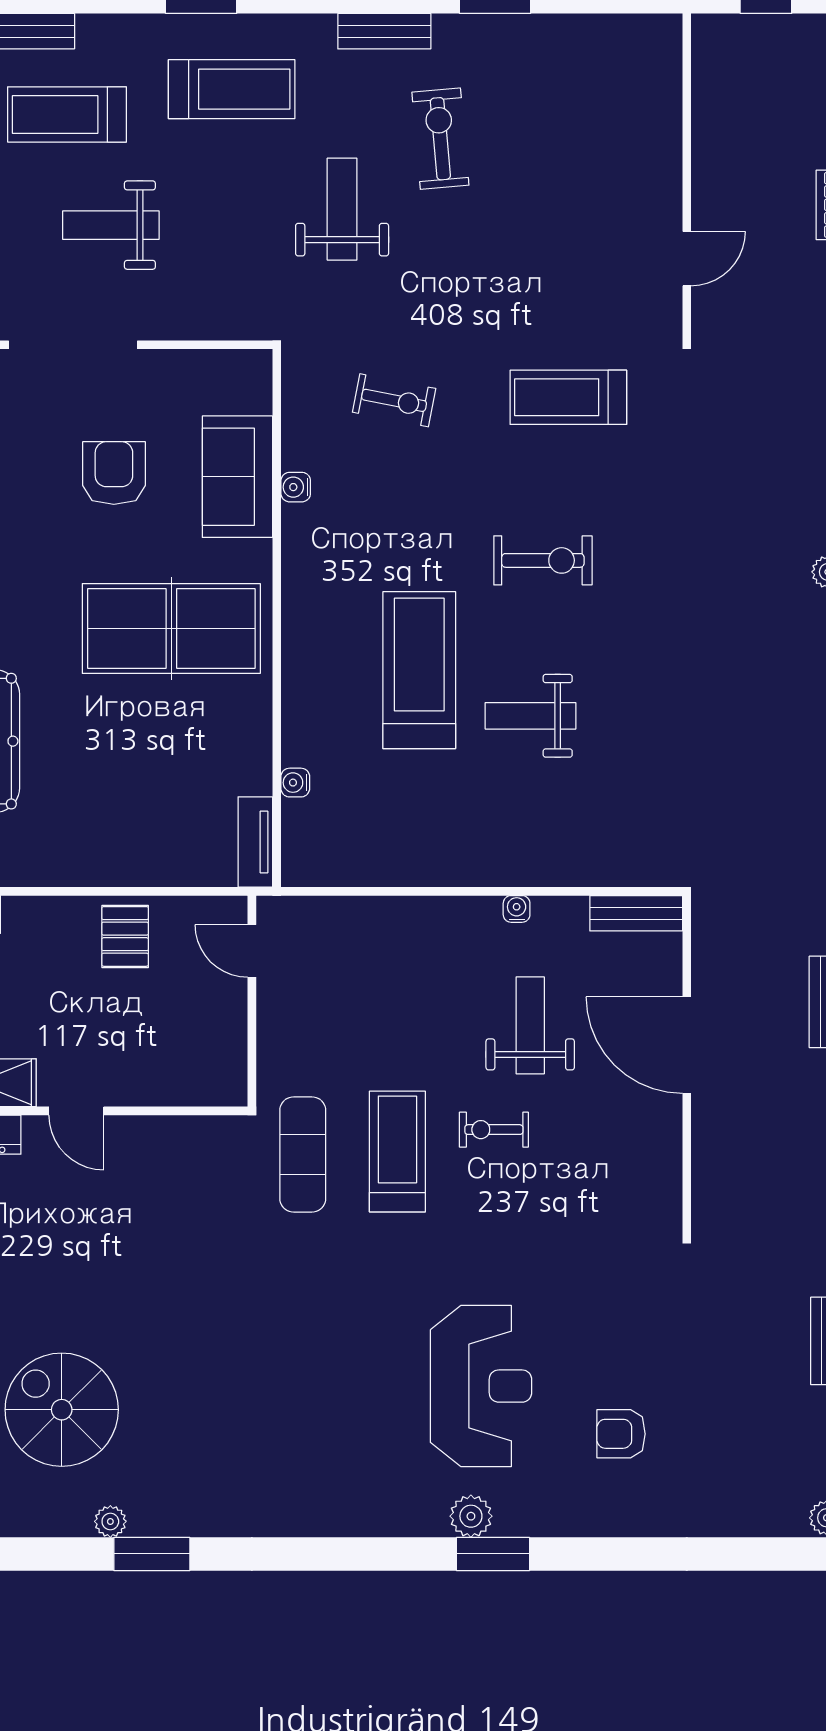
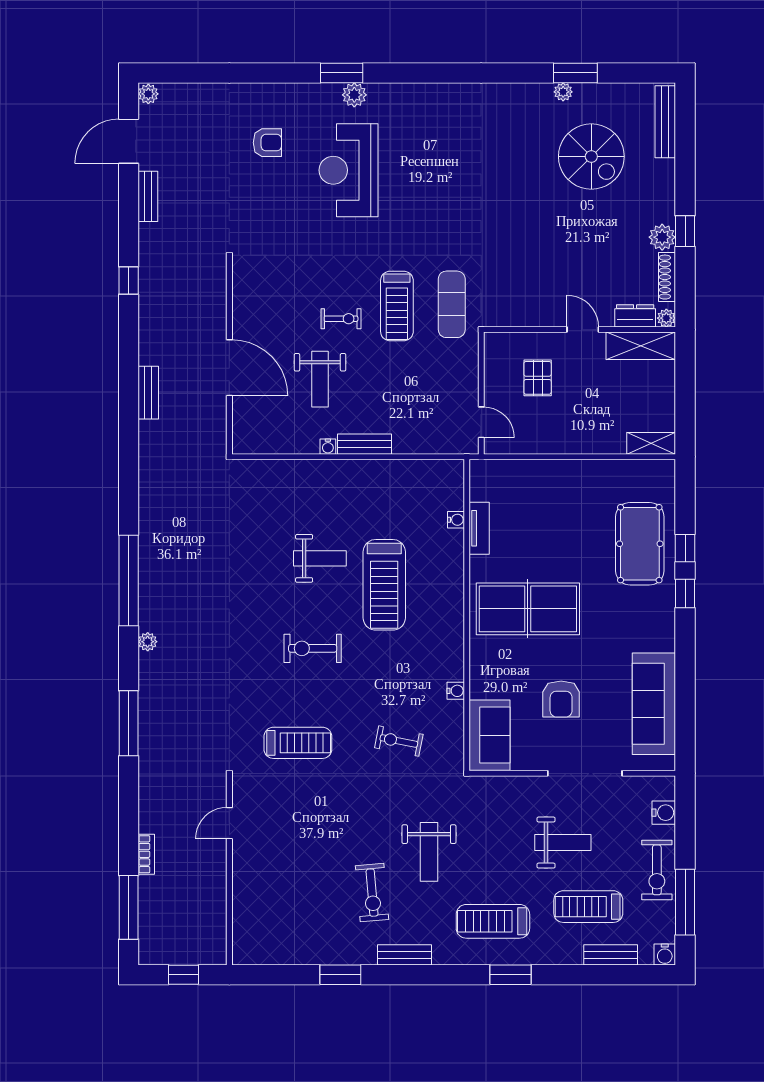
treadmill: (67, 114) -> (588, 907), turned 180
sofa: (237, 477) -> (490, 735), moved
tv unit: (255, 842) -> (479, 528), moved
bench: (636, 913) -> (364, 444), moved
pallet: (125, 936) -> (538, 378), moved
window: (152, 1554) -> (575, 73), moved

